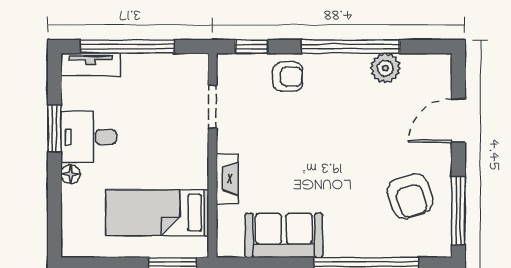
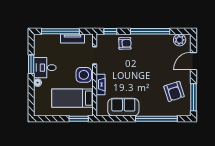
tv unit: (91, 64) -> (73, 38), moved
plant: (385, 68) -> (180, 40), moved
side table: (186, 155) -> (84, 75), added

